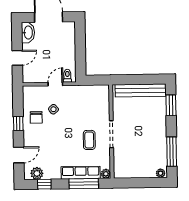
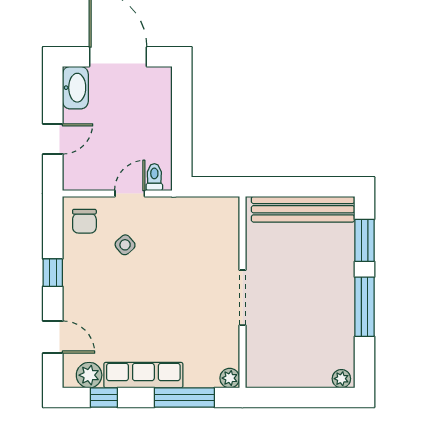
chair: (36, 117) -> (84, 221), moved
coffee table: (89, 140) -> (197, 309), removed
window: (172, 152) -> (365, 307), moved
door: (19, 155) -> (53, 337), hinge flipped
row of seats: (81, 173) -> (143, 375), moved

